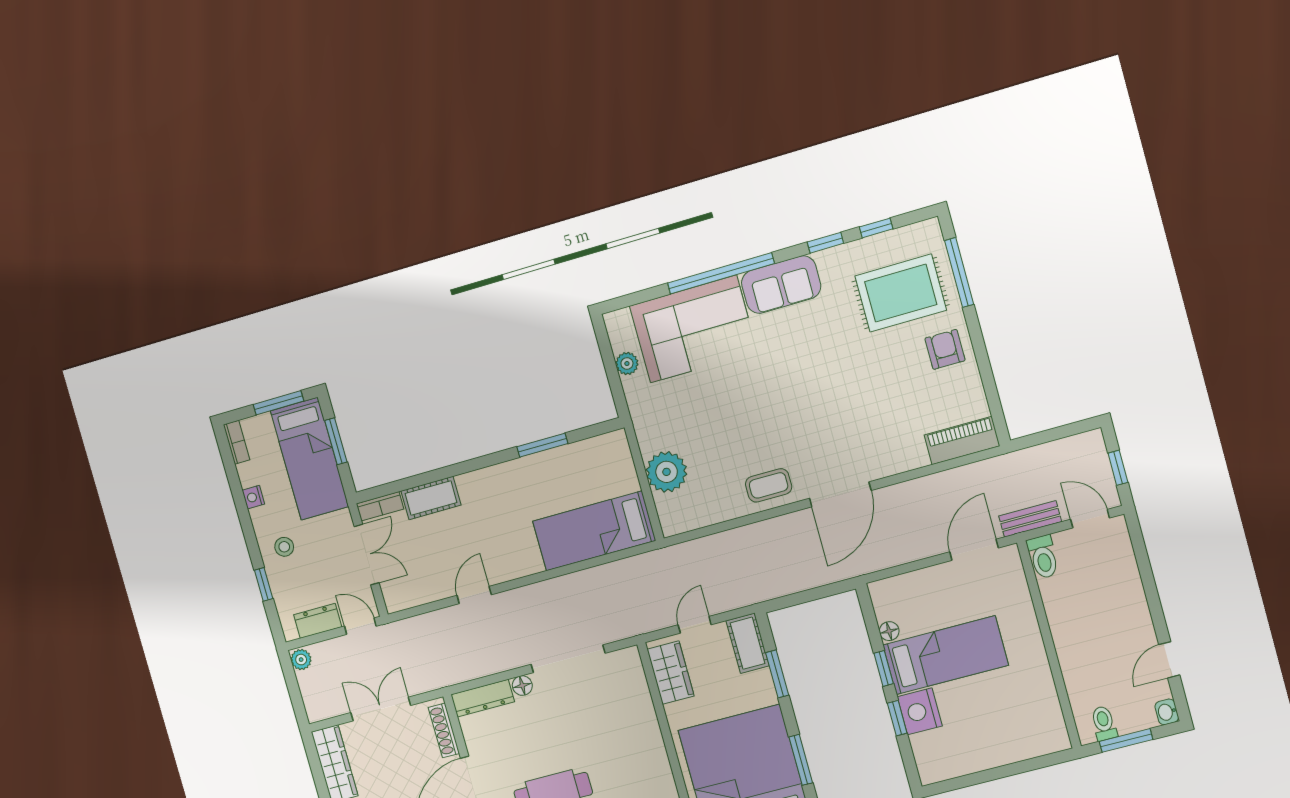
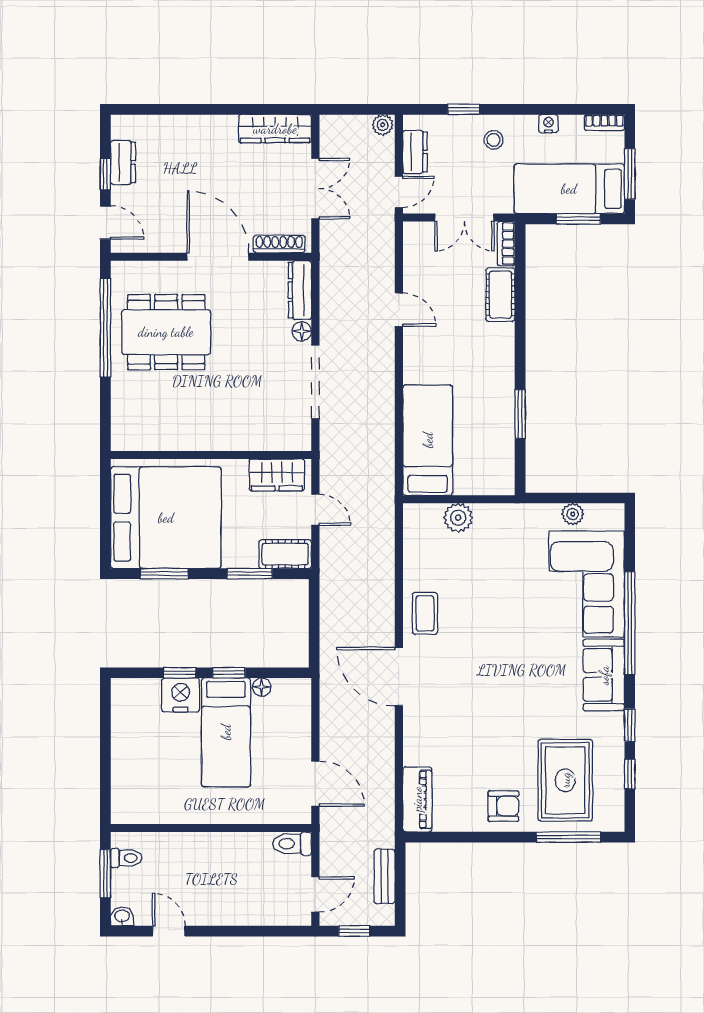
plant: (667, 472) -> (458, 518), width x0.73, depth x0.73
bench: (1030, 519) -> (385, 876), moved

